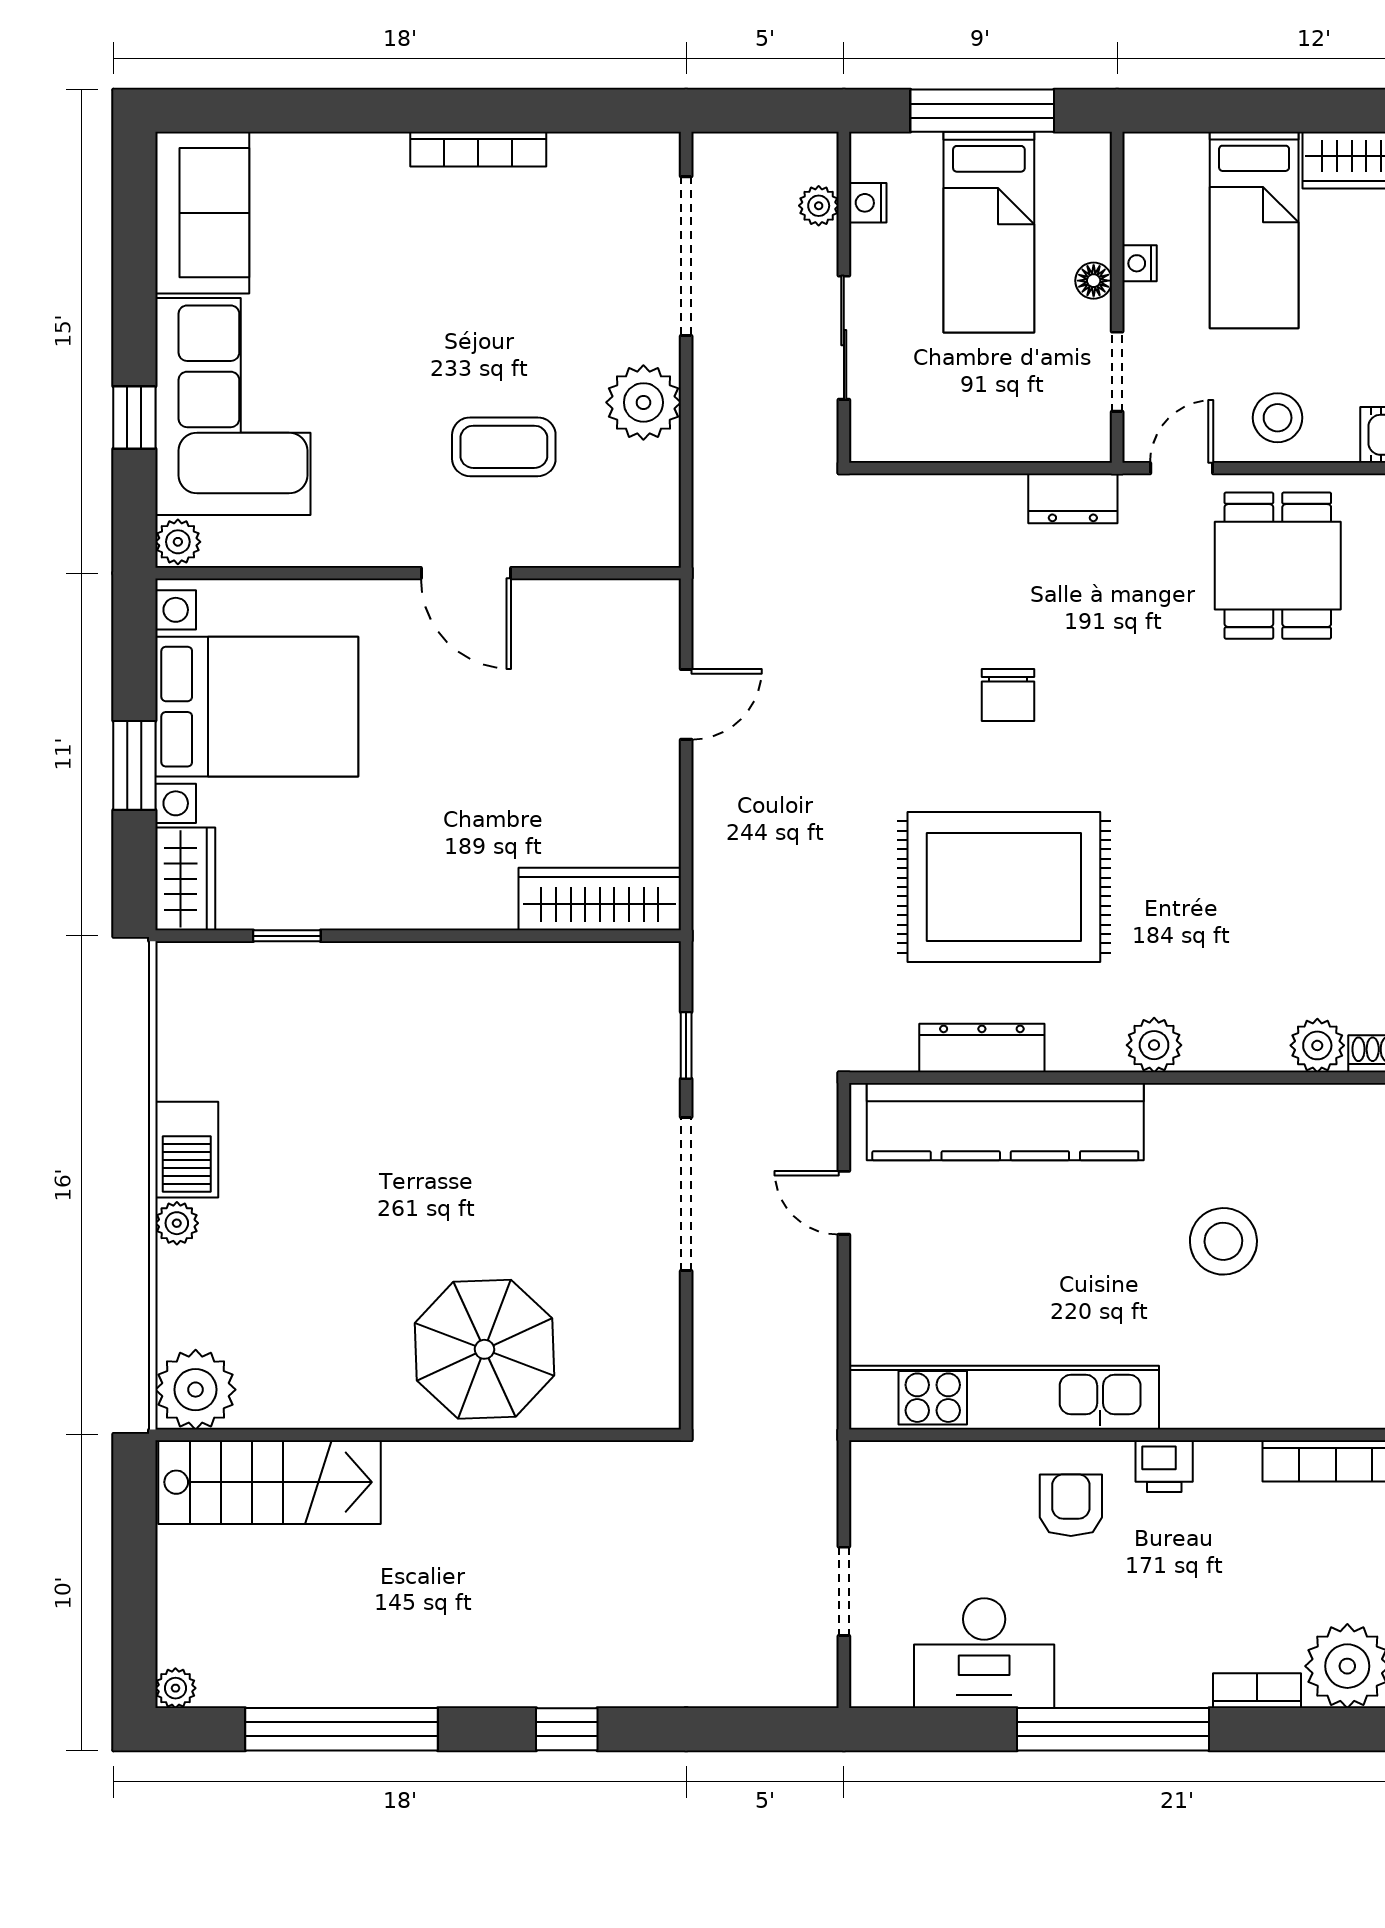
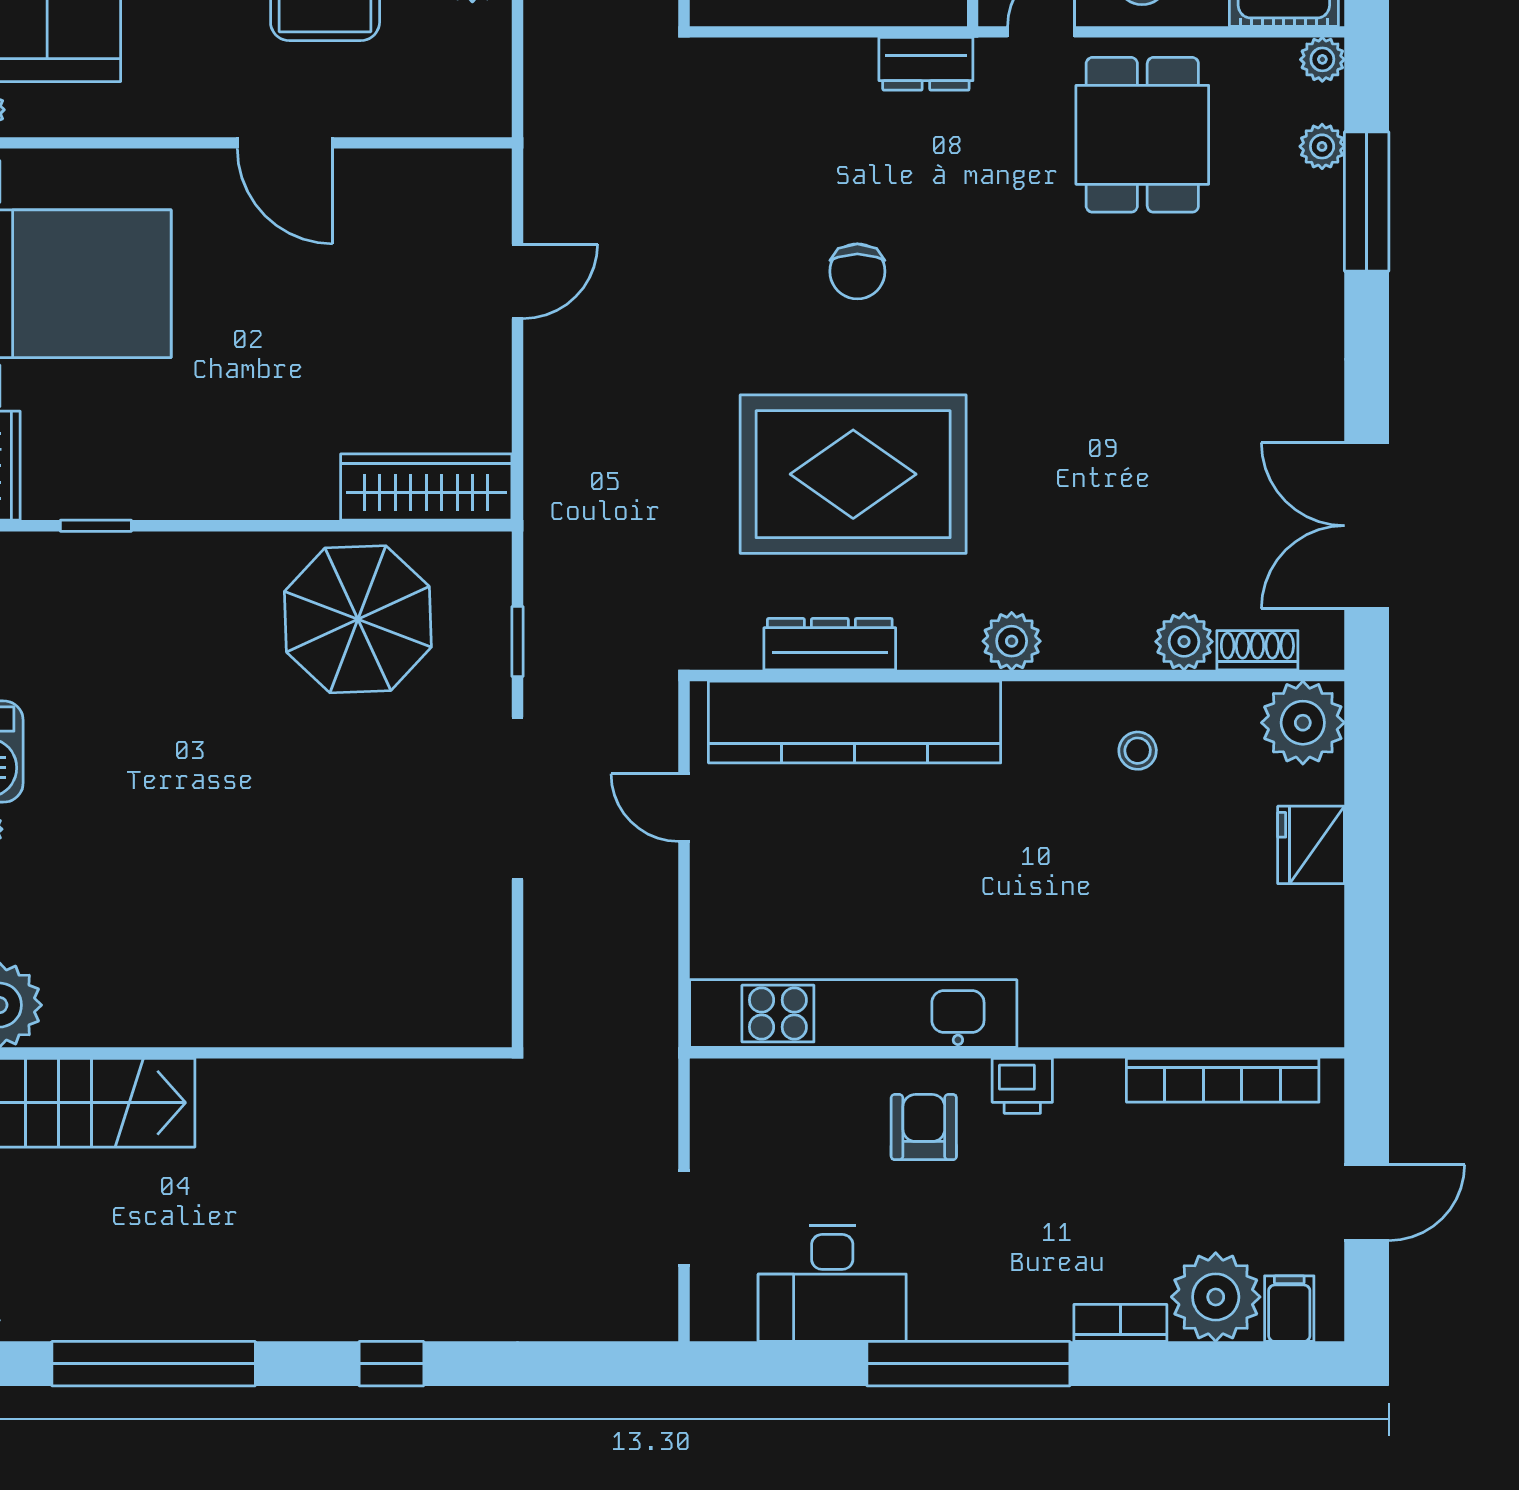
stool: (1223, 1241) -> (1138, 751), moved, width x0.53, depth x0.53
parasol: (484, 1349) -> (358, 619), moved

